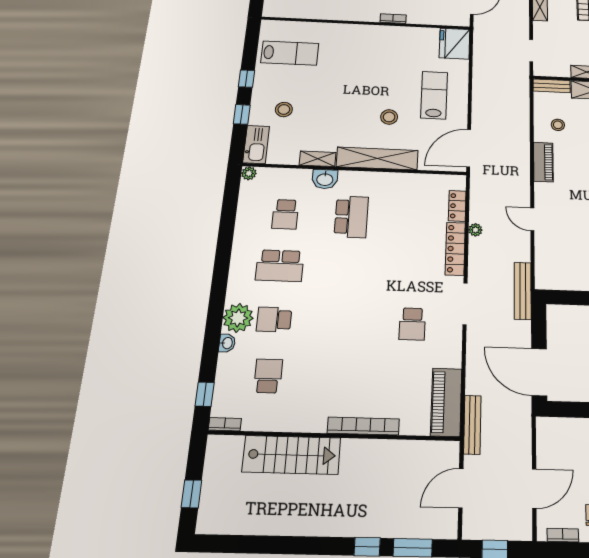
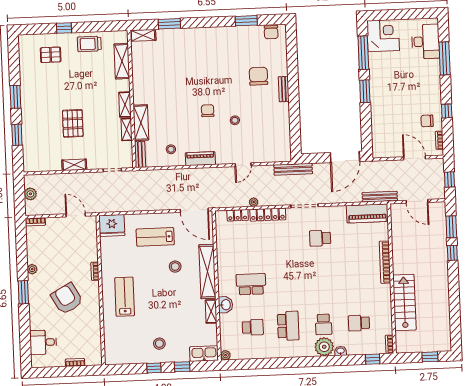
lab bench: (290, 53) -> (125, 297), moved
stool: (284, 110) -> (159, 344), moved
school desk: (412, 324) -> (320, 238), turned 180

